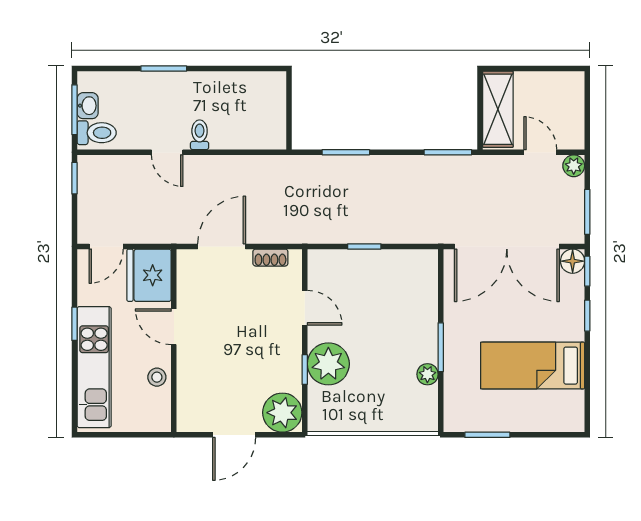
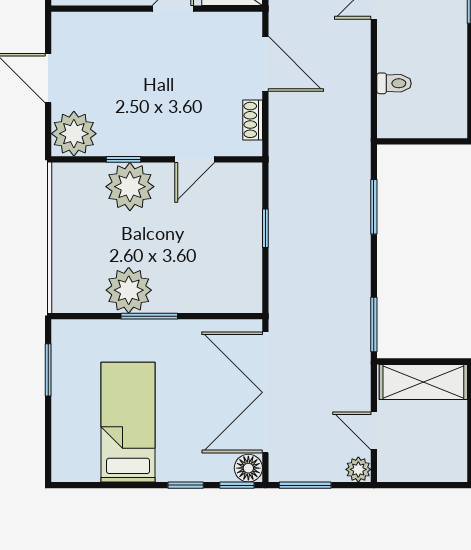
toilet: (200, 135) -> (394, 83), moved
door: (540, 152) -> (374, 431), swing flipped
plant: (427, 374) -> (129, 290), width x1.88, depth x1.88

